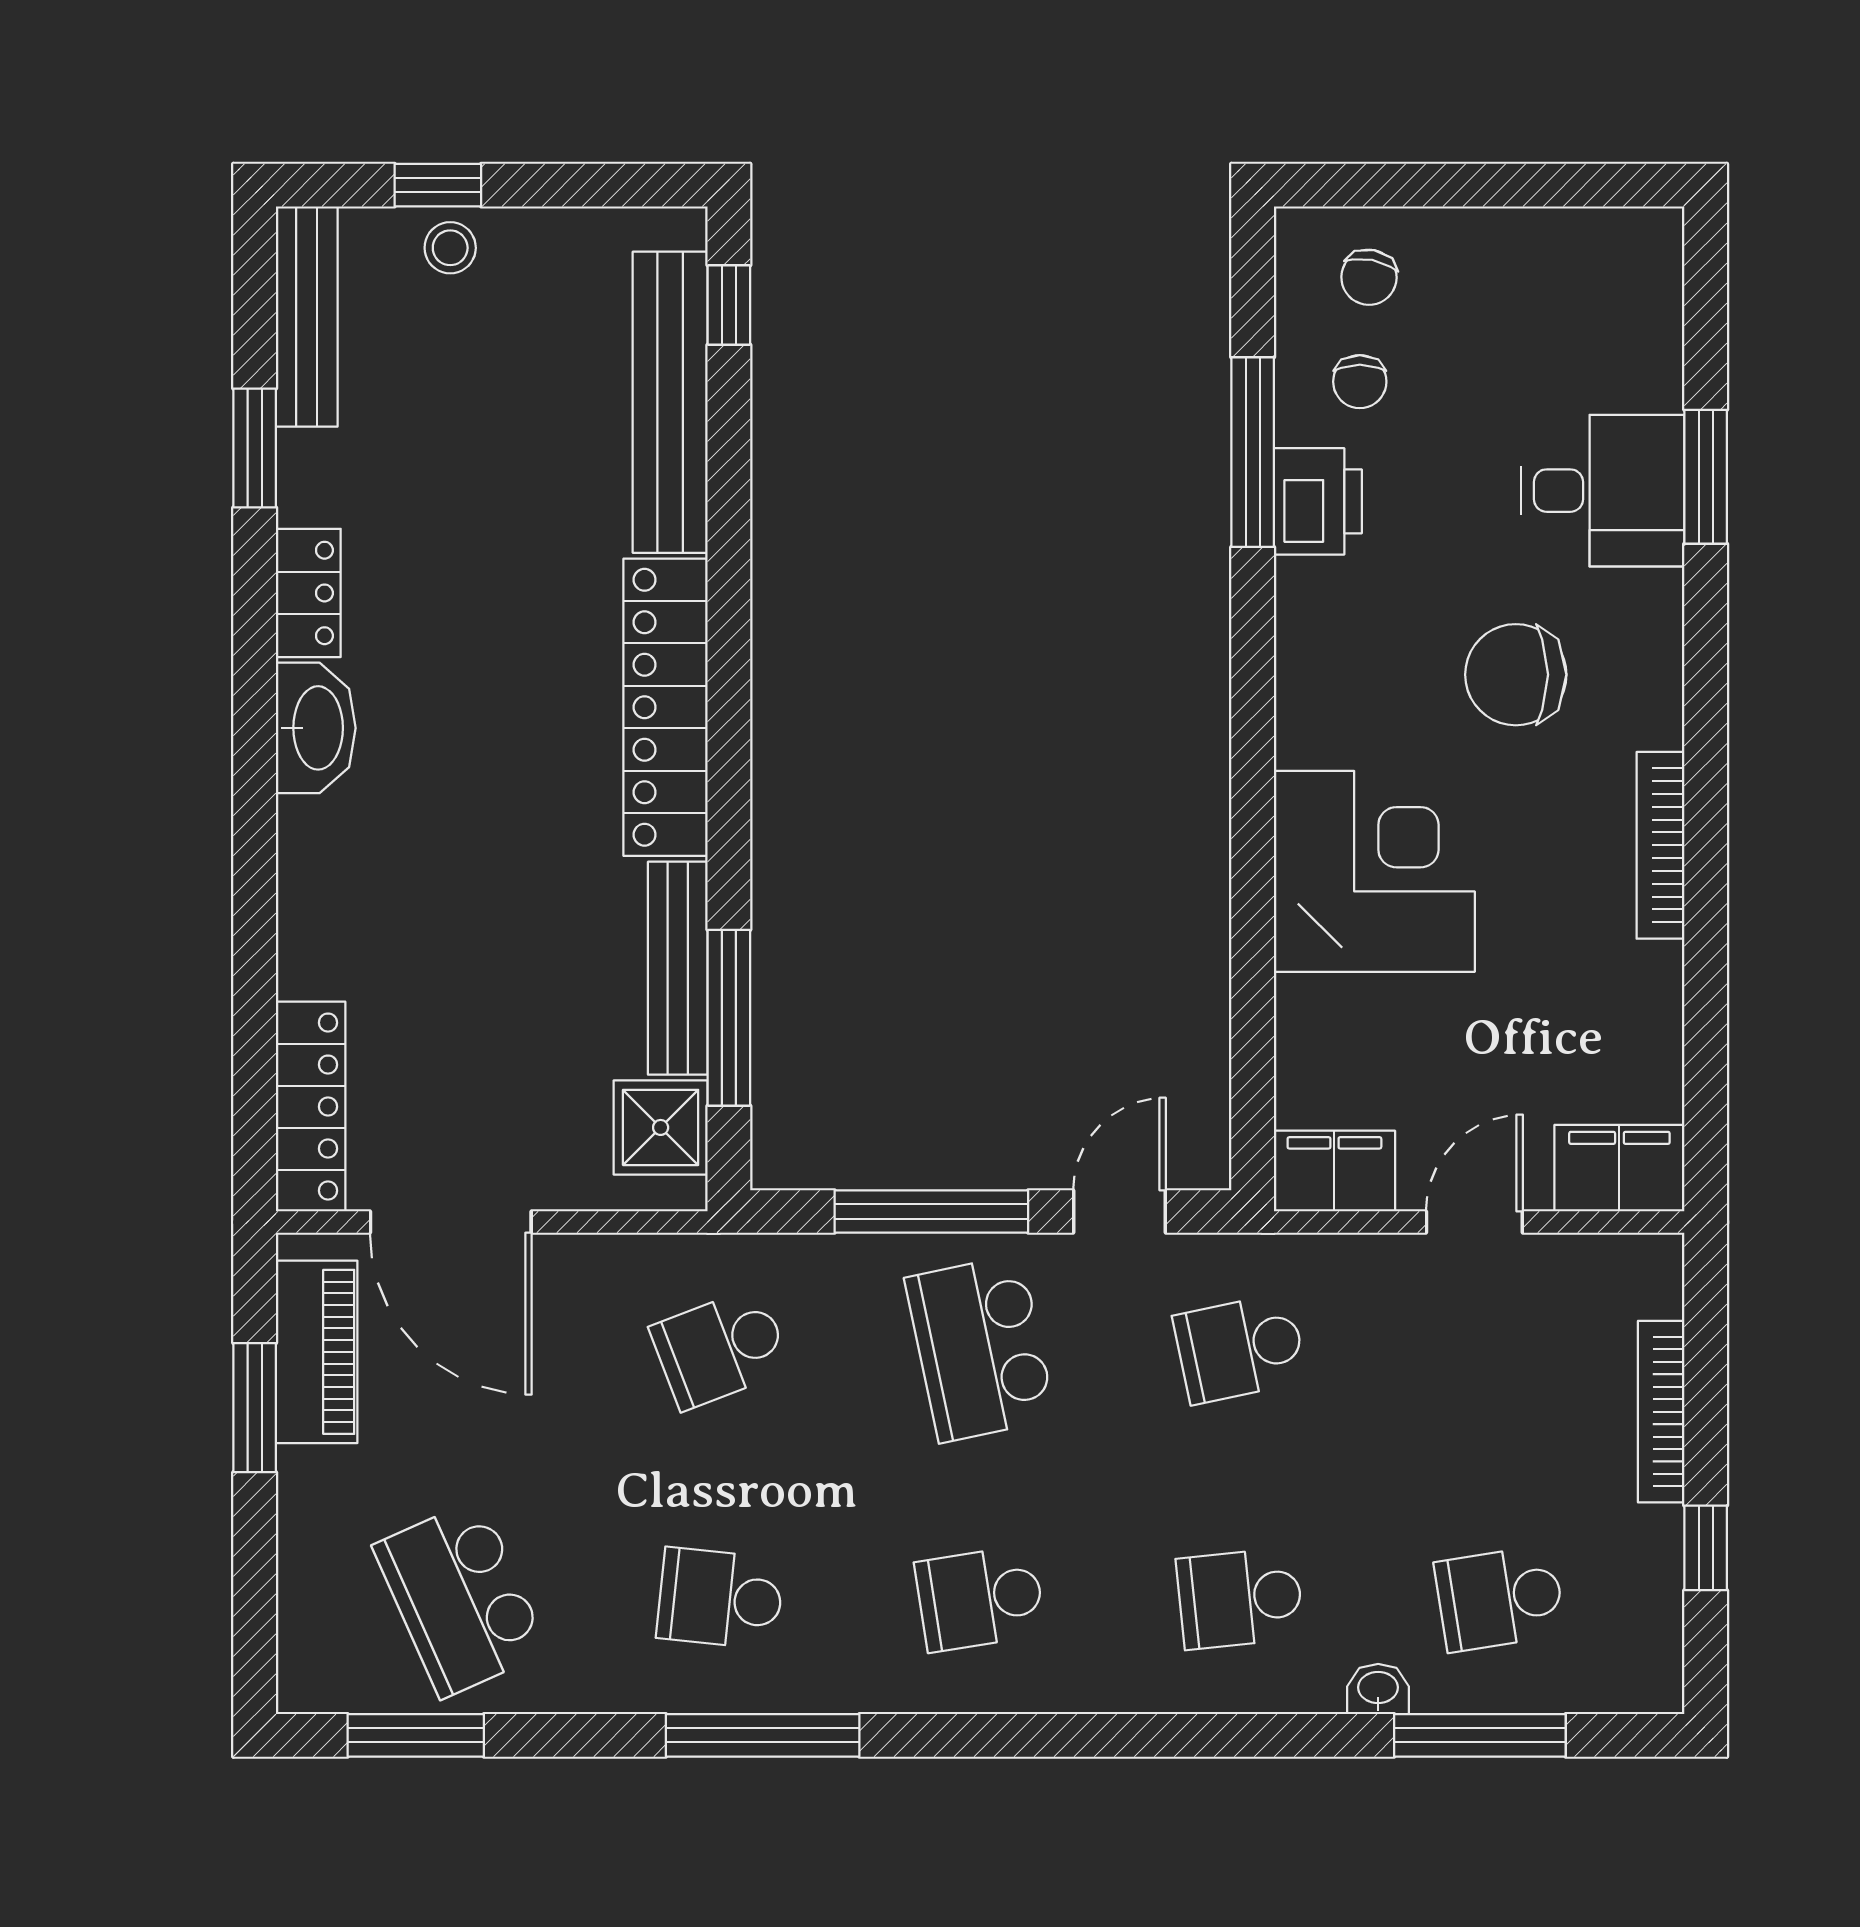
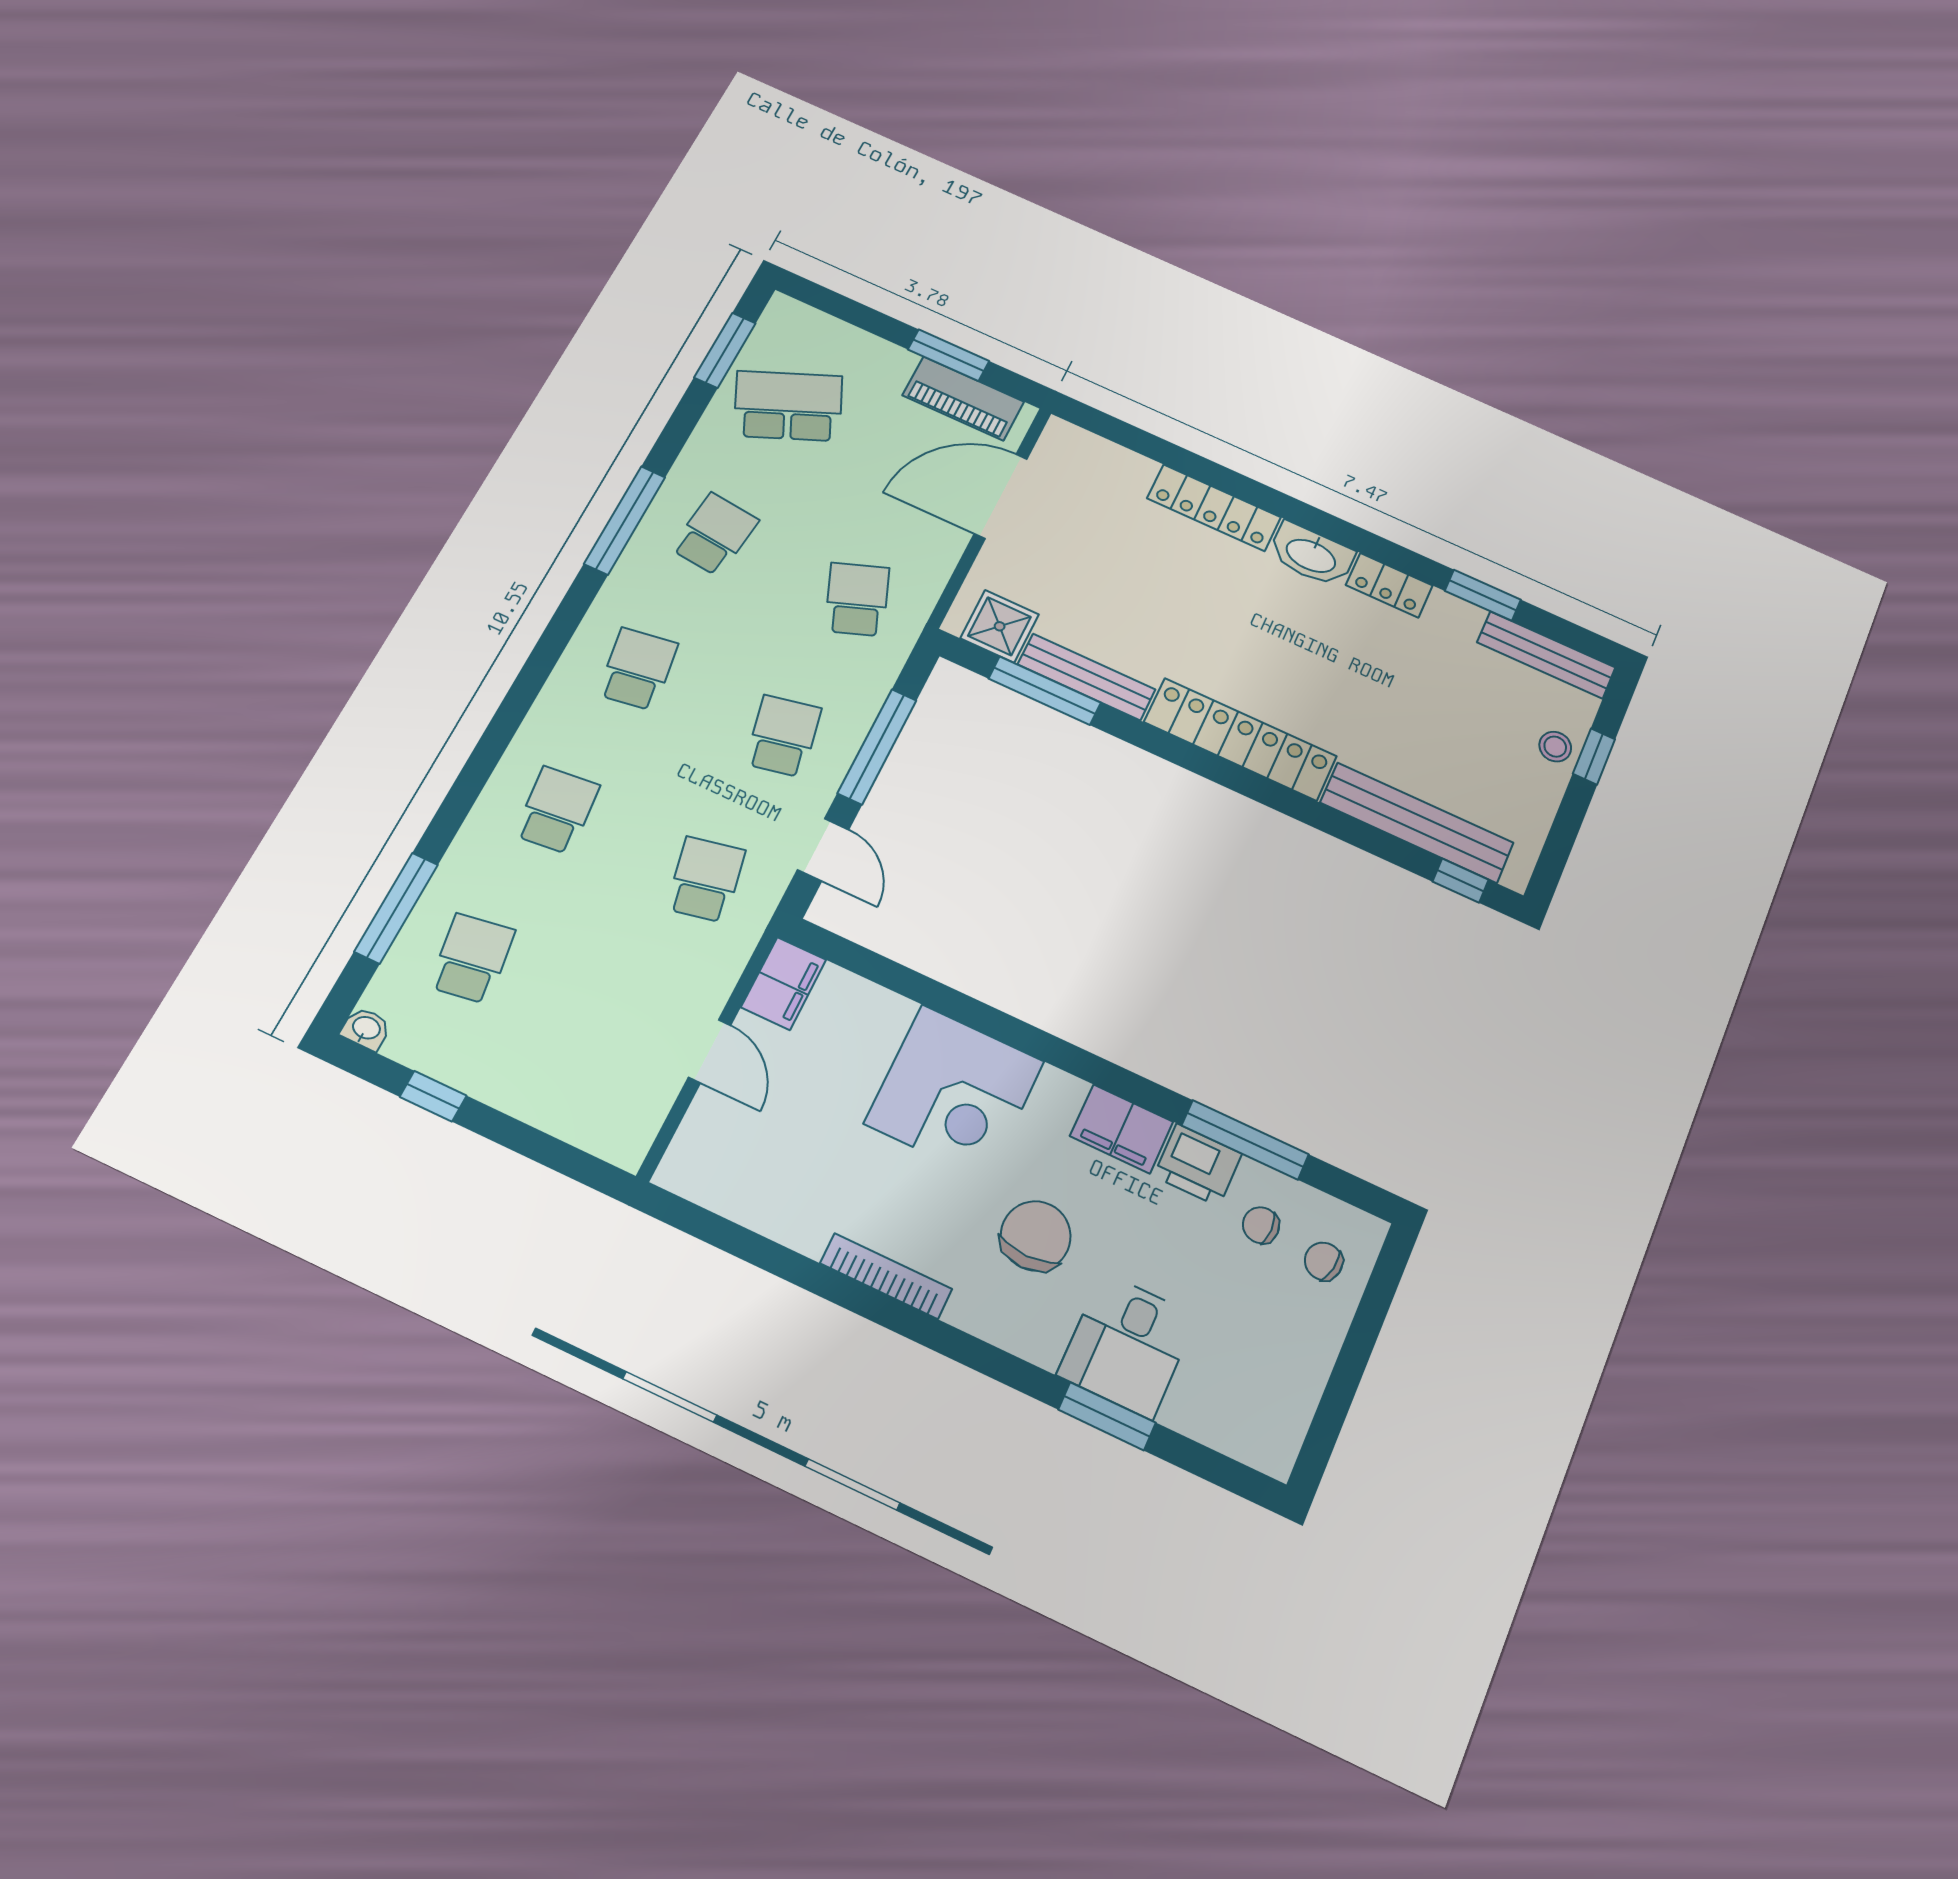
locker: (311, 1107) -> (1214, 508), moved
filing cabinet: (1619, 1168) -> (1122, 1129), moved, turned 90
school desk: (980, 1348) -> (783, 736), width x0.54
bookcase: (1661, 1412) -> (532, 1109), removed
washbasin: (1378, 1689) -> (366, 1029), moved, turned -90

